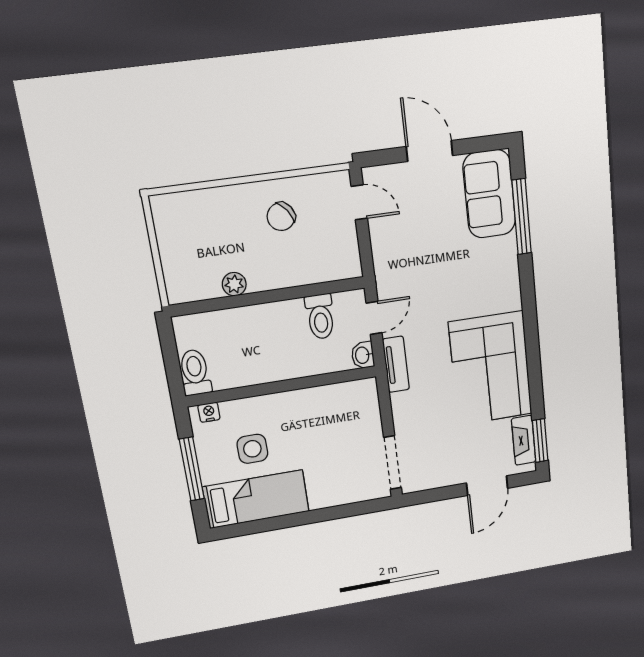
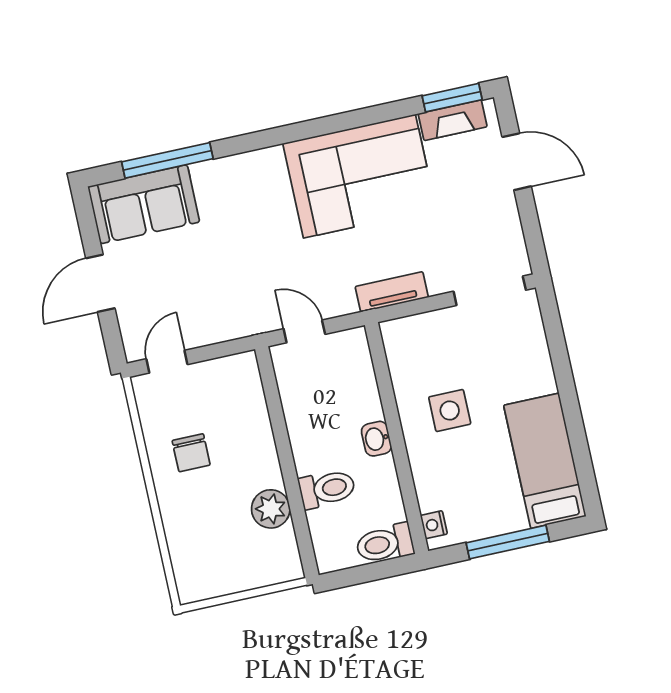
chair: (281, 217) -> (191, 453), turned 36
plant: (234, 284) -> (271, 509), width x1.38, depth x1.38
toilet: (320, 317) -> (327, 489), moved
washbasin: (363, 355) -> (376, 439), moved, turned 90
tv unit: (396, 364) -> (392, 292), moved
side table: (252, 449) -> (450, 411), moved

